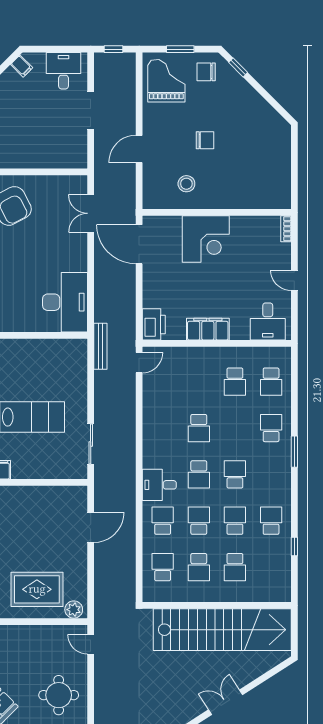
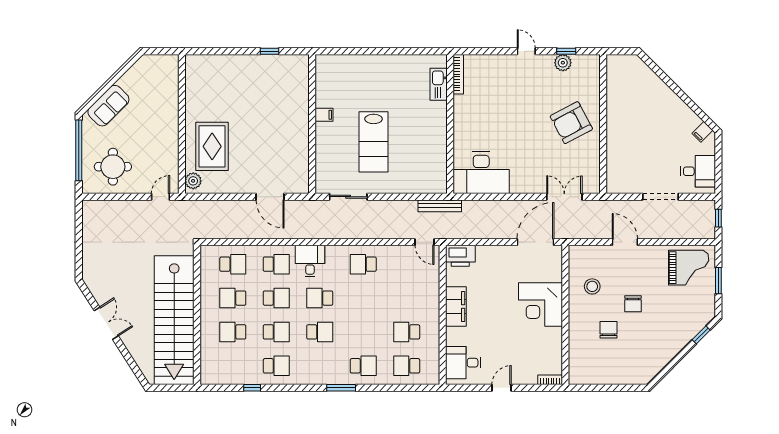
chair: (206, 72) -> (608, 330), moved
school desk: (199, 428) -> (363, 264), moved

